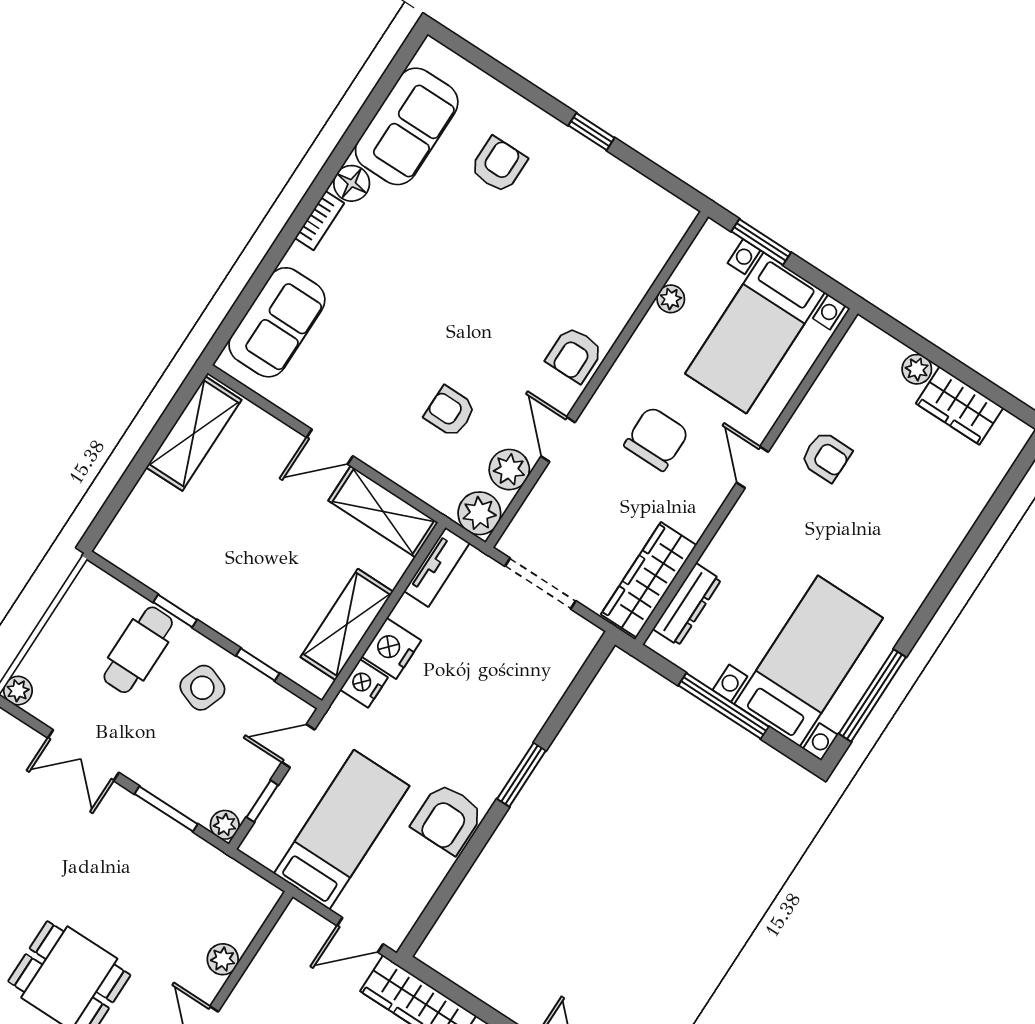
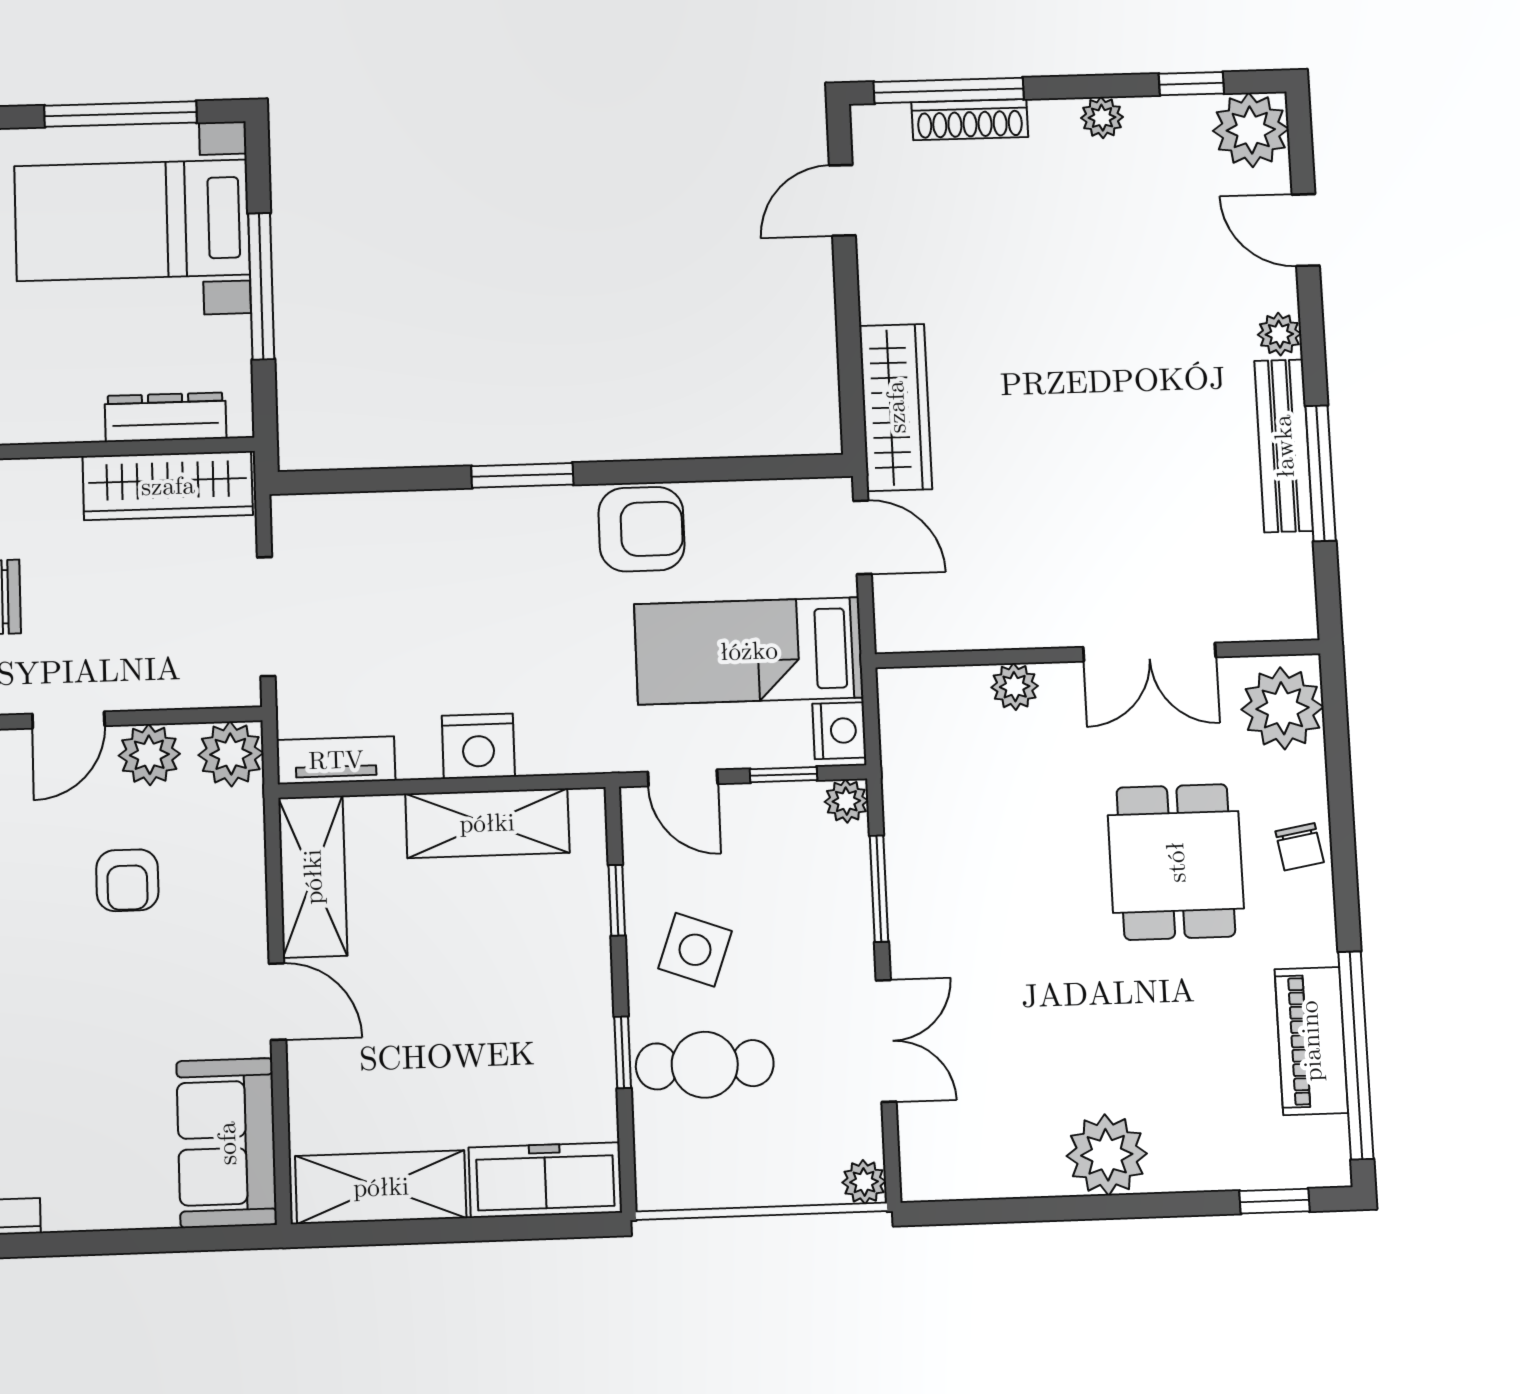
sofa: (277, 322) -> (227, 1143), moved, turned -90
freezer: (137, 523) -> (545, 1180), added
nightstand: (364, 683) -> (839, 731), moved, turned -90

